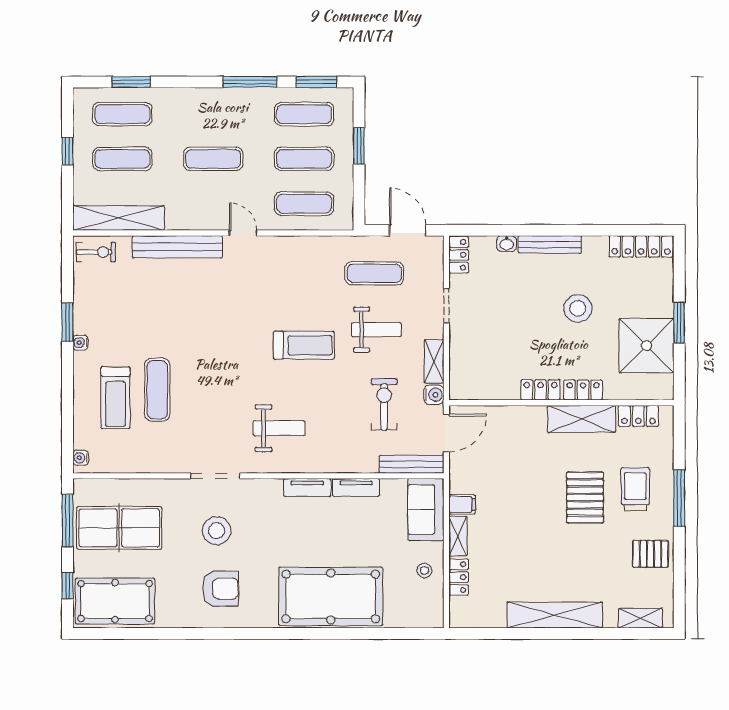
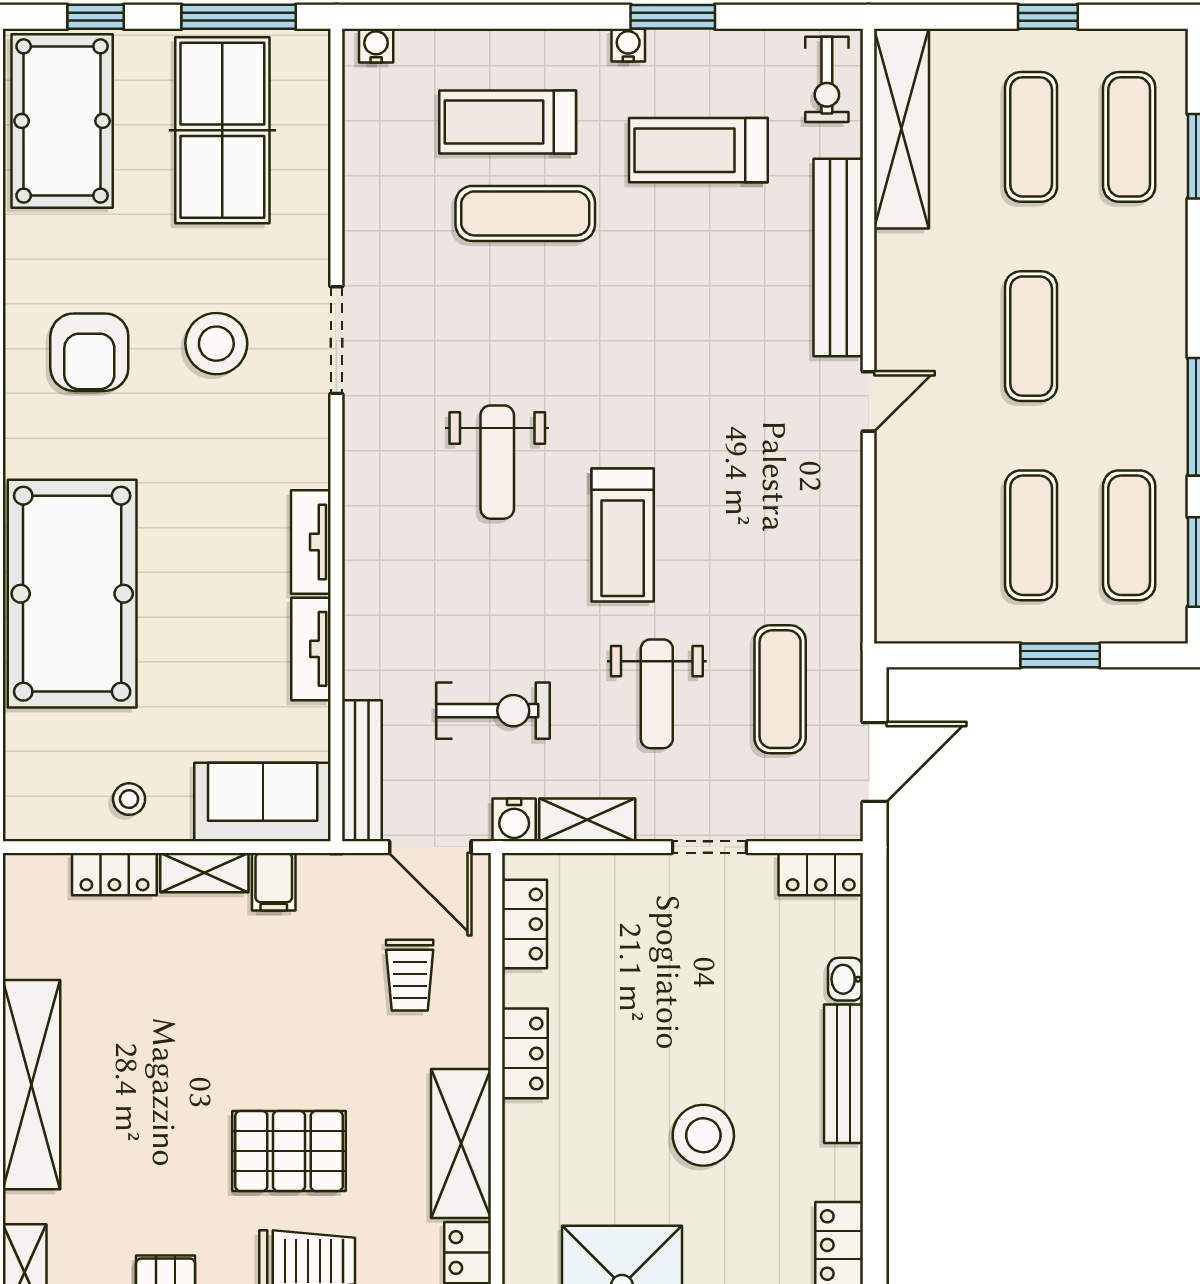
exercise mat: (304, 204) -> (933, 535), removed
treadmill: (128, 311) -> (698, 150), added
locker: (583, 390) -> (525, 924), moved
weight bench: (279, 428) -> (497, 462), moved
trolley: (505, 442) -> (410, 975), added

